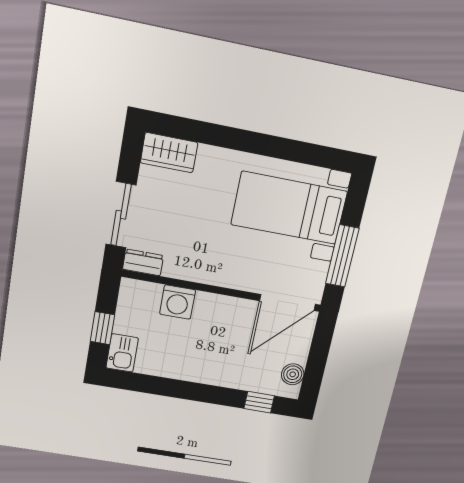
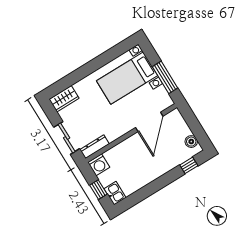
dresser: (143, 262) -> (95, 147), width x1.44
washing machine: (178, 302) -> (99, 165), moved
door: (287, 302) -> (149, 122), moved

